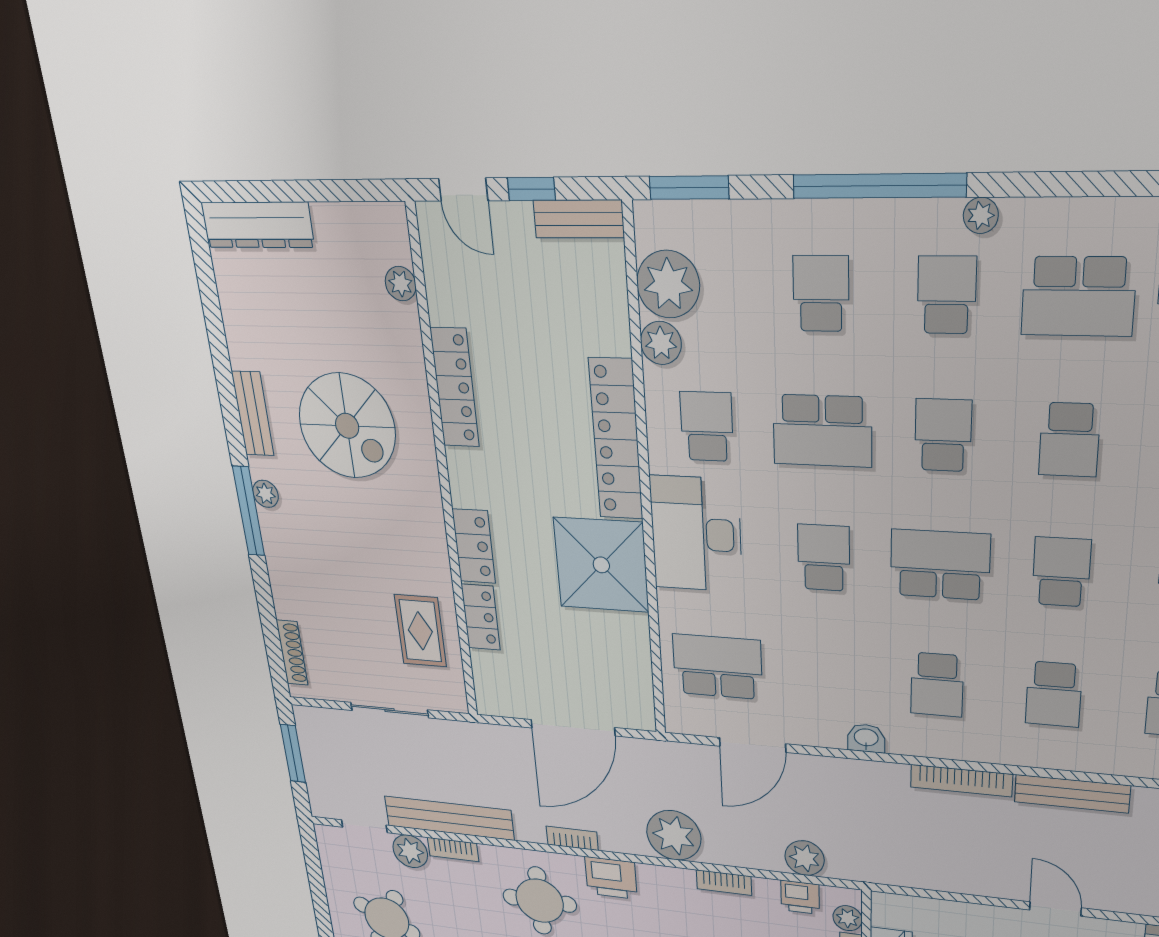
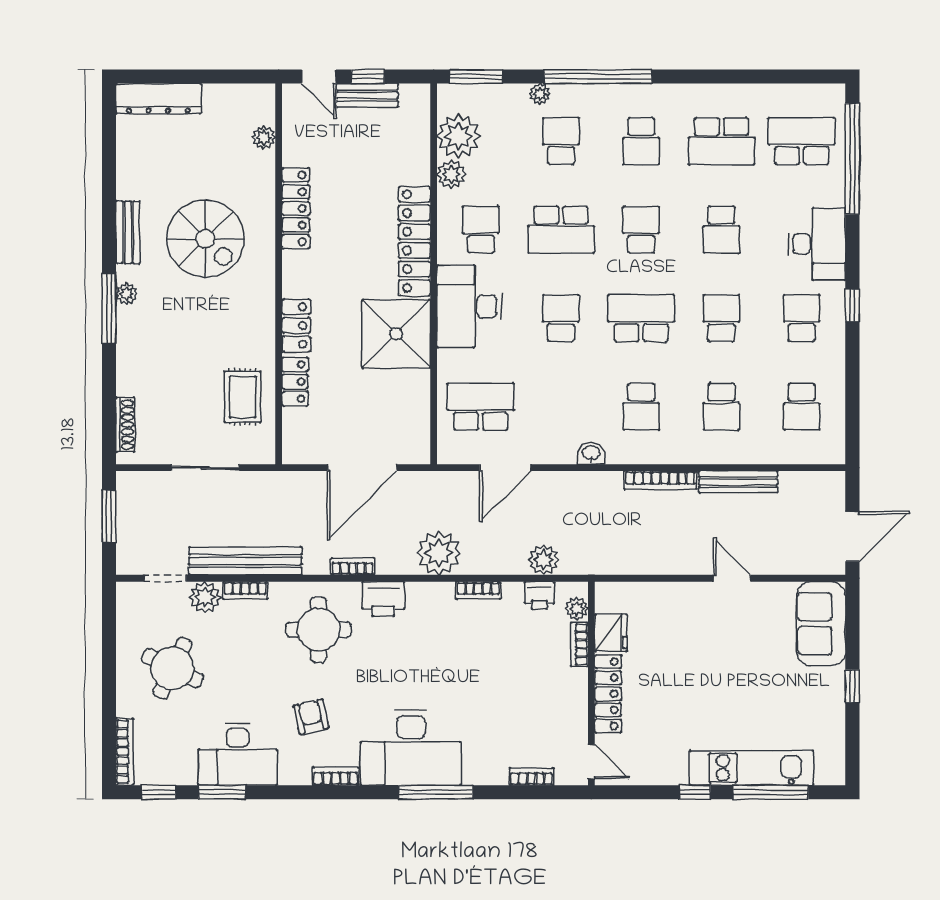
plant: (981, 215) -> (540, 94), moved
bench: (579, 219) -> (367, 95), moved
school desk: (947, 295) -> (641, 141), turned 180

